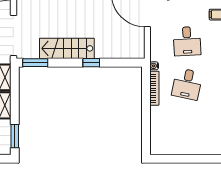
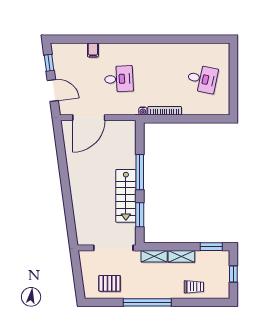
window: (35, 63) -> (140, 215), moved
window: (91, 63) -> (140, 172), width x2.17
desk: (187, 84) -> (202, 79), moved

